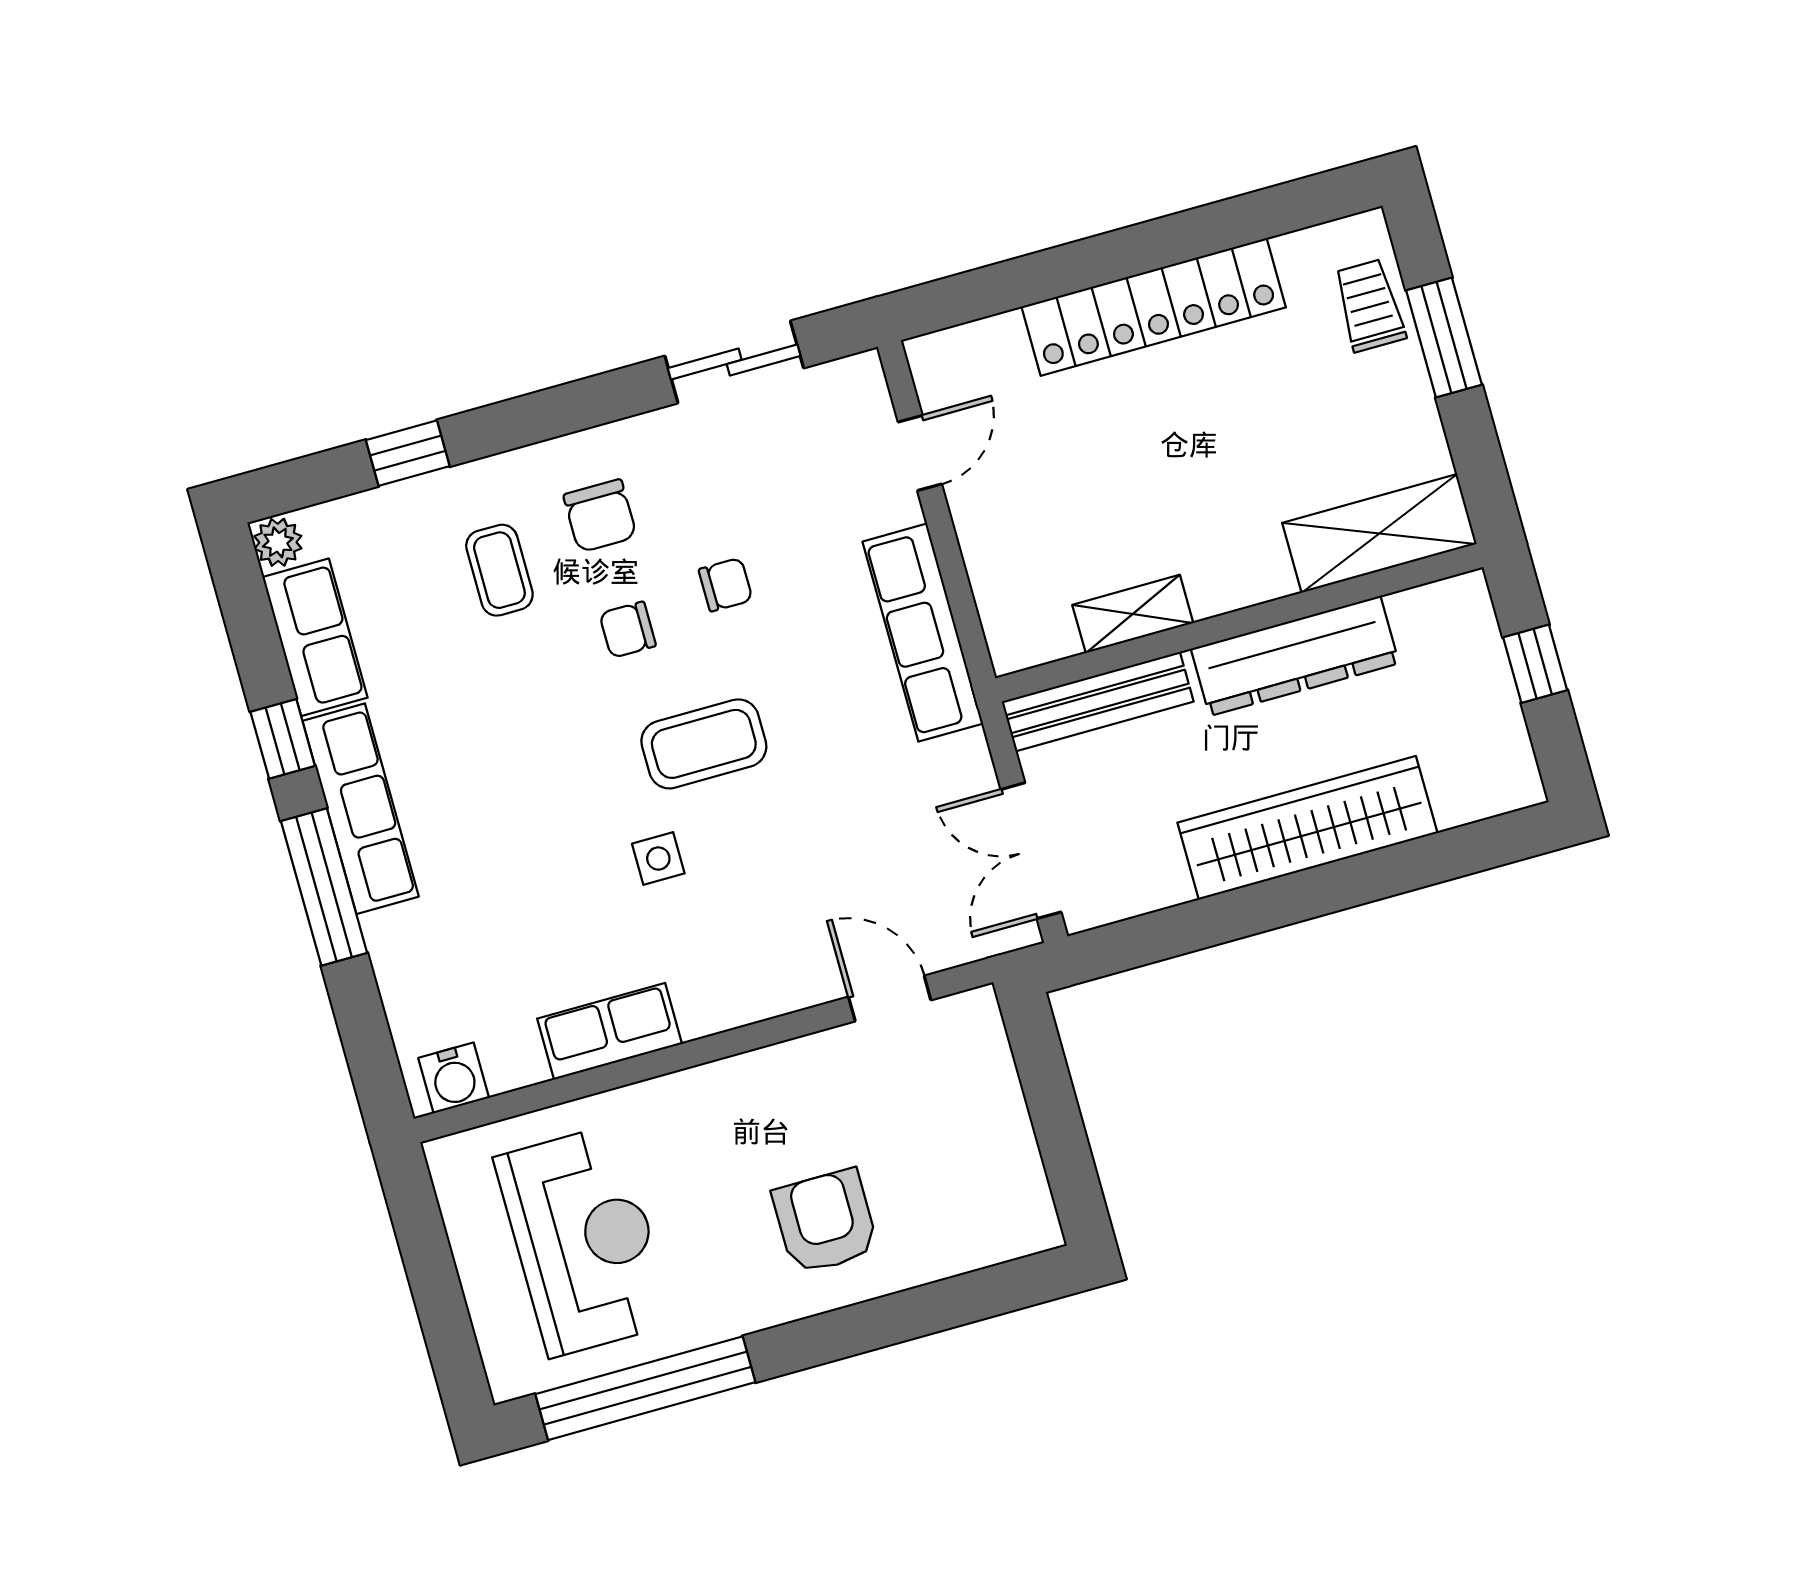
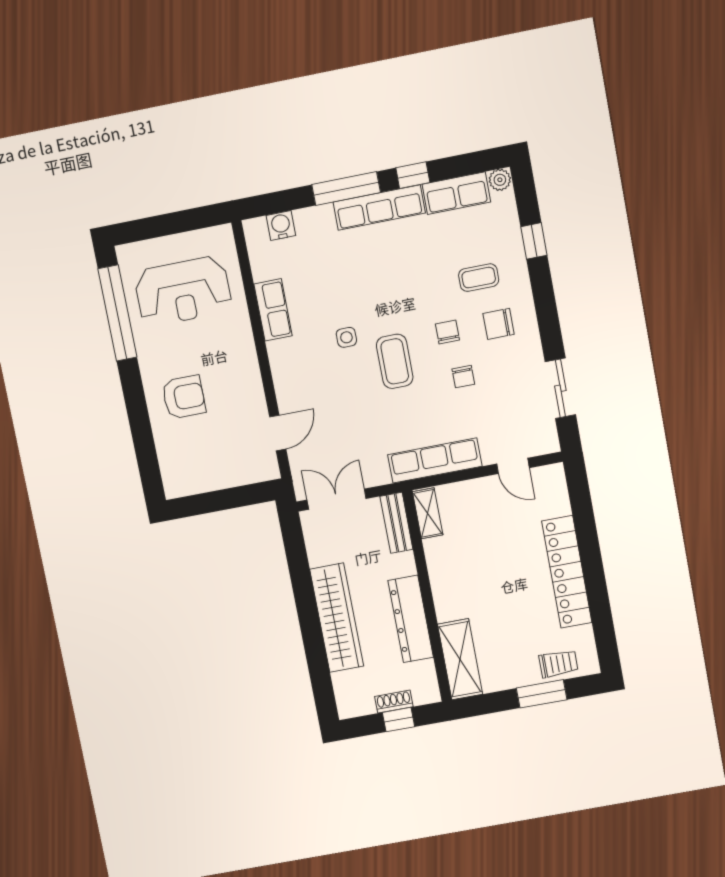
shelving: (1133, 614) -> (428, 513), moved
shoe rack: (1493, 678) -> (394, 702), added
bench: (1098, 702) -> (396, 523), width x0.73
water cooler: (454, 1078) -> (281, 226), moved, turned 90

